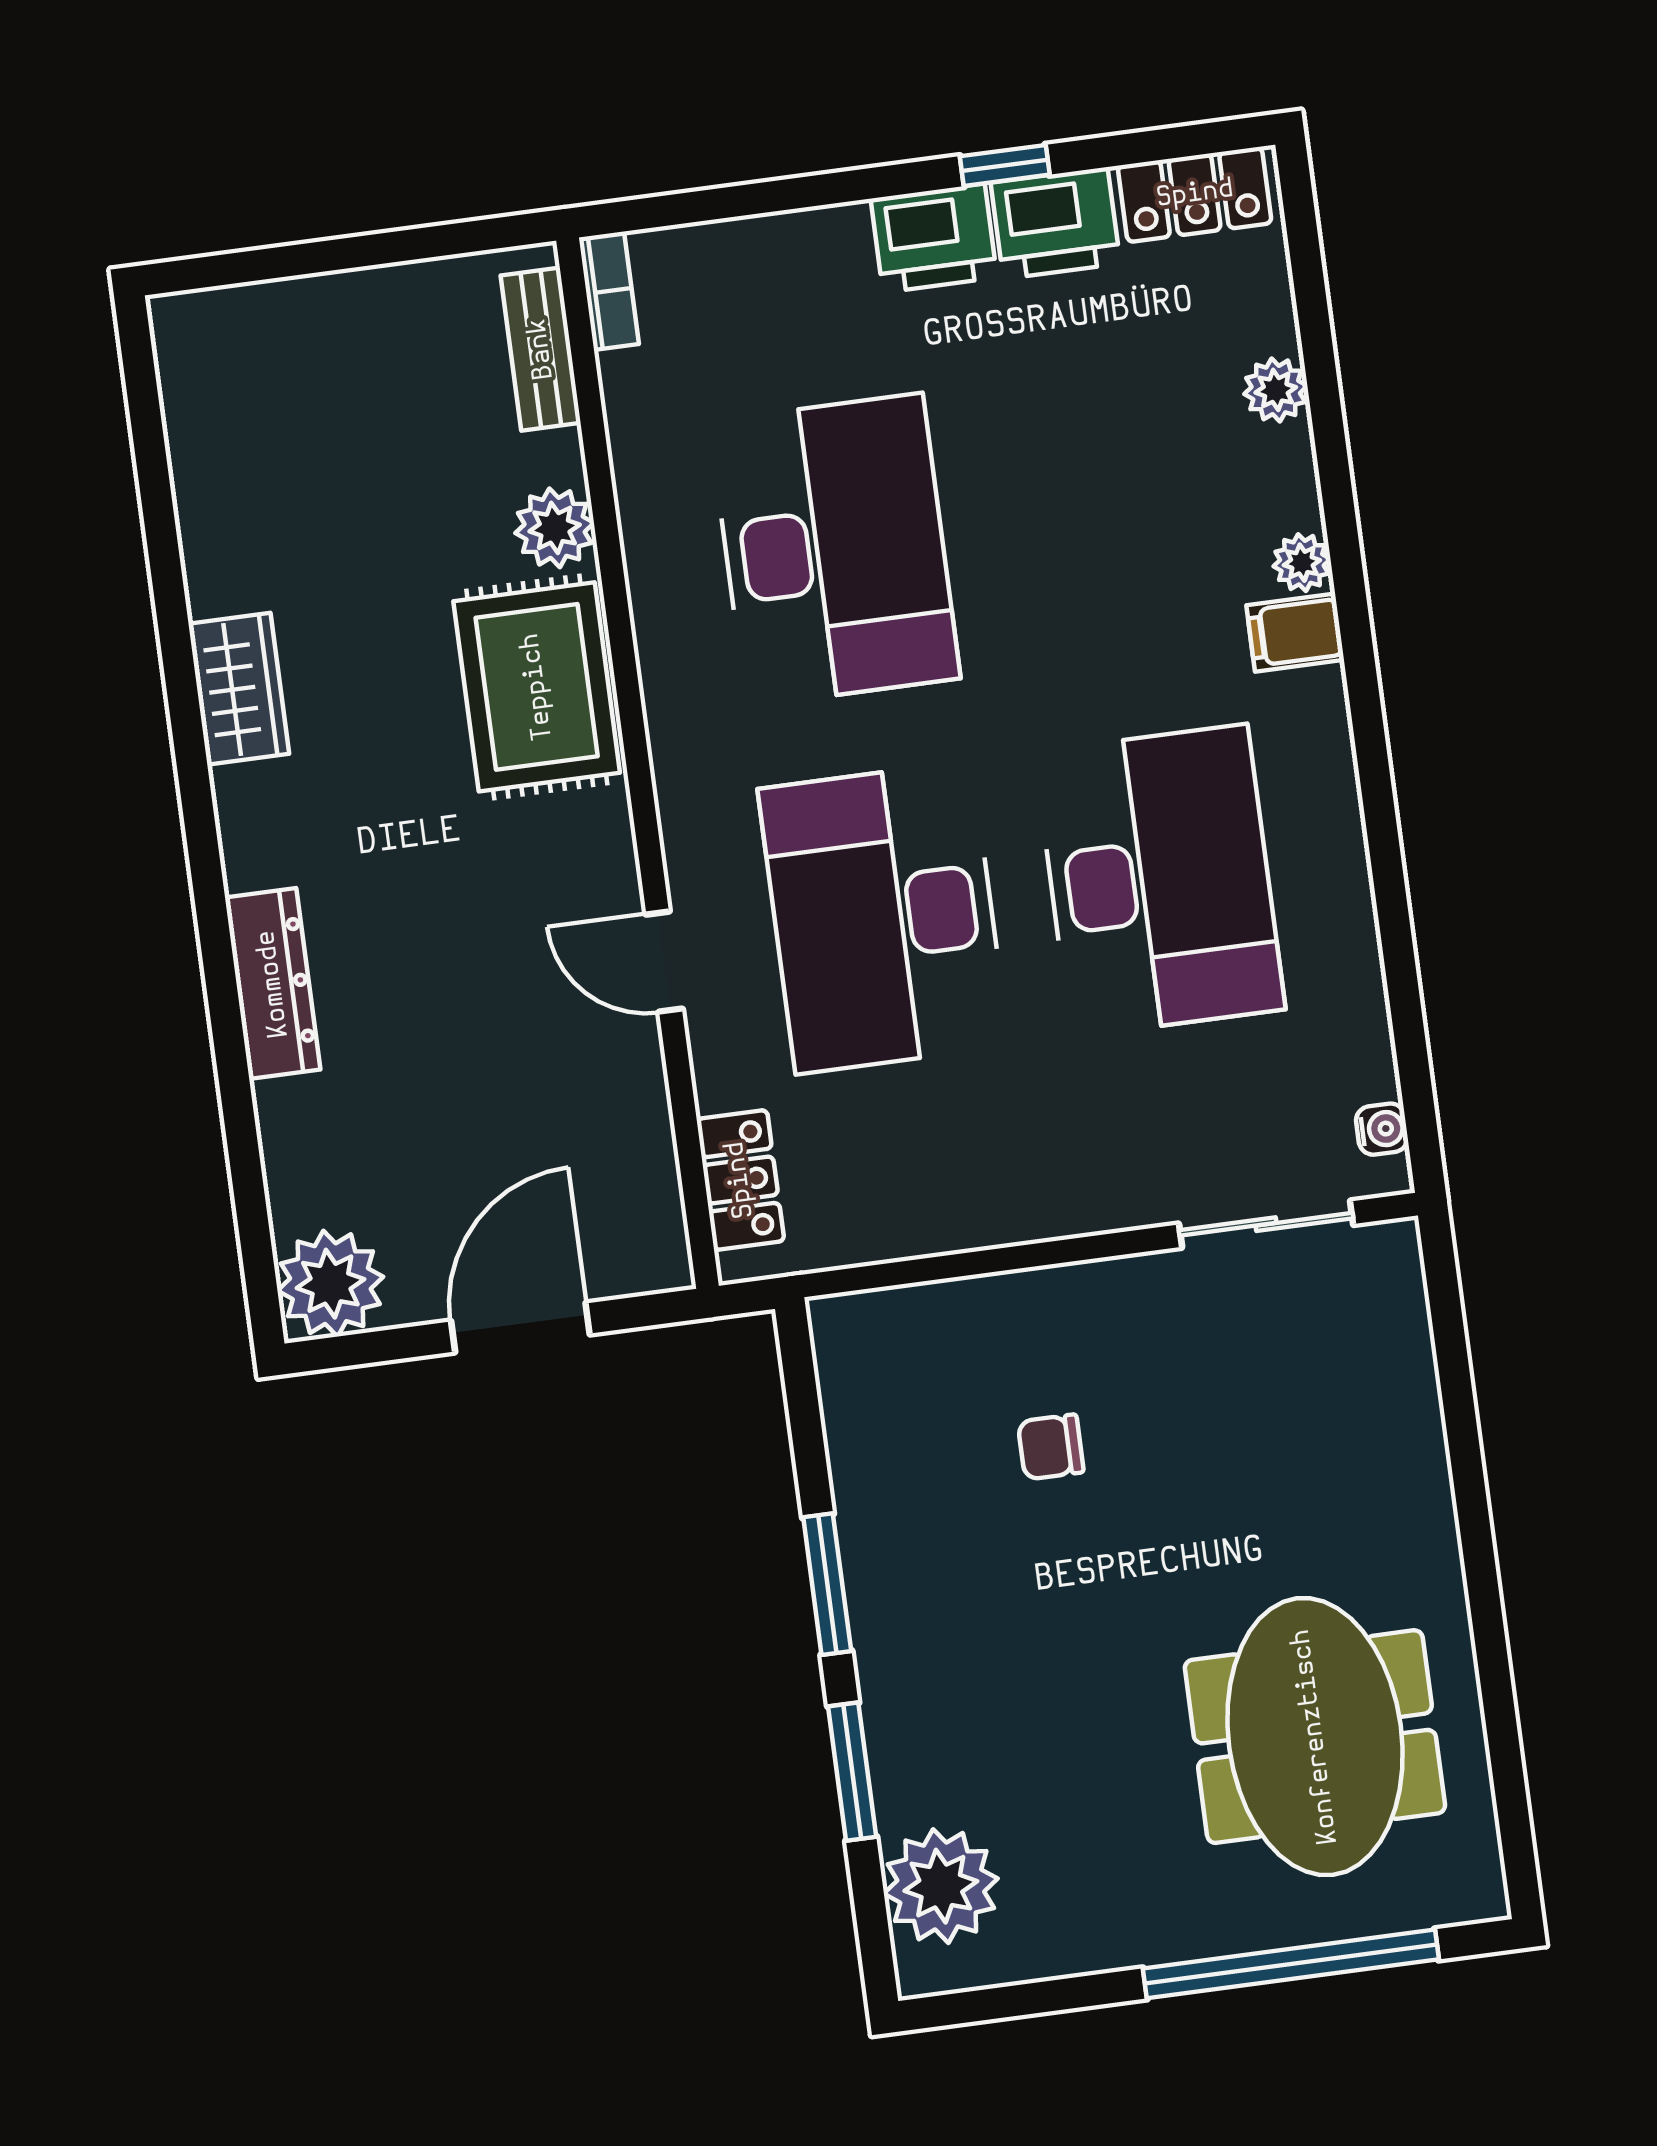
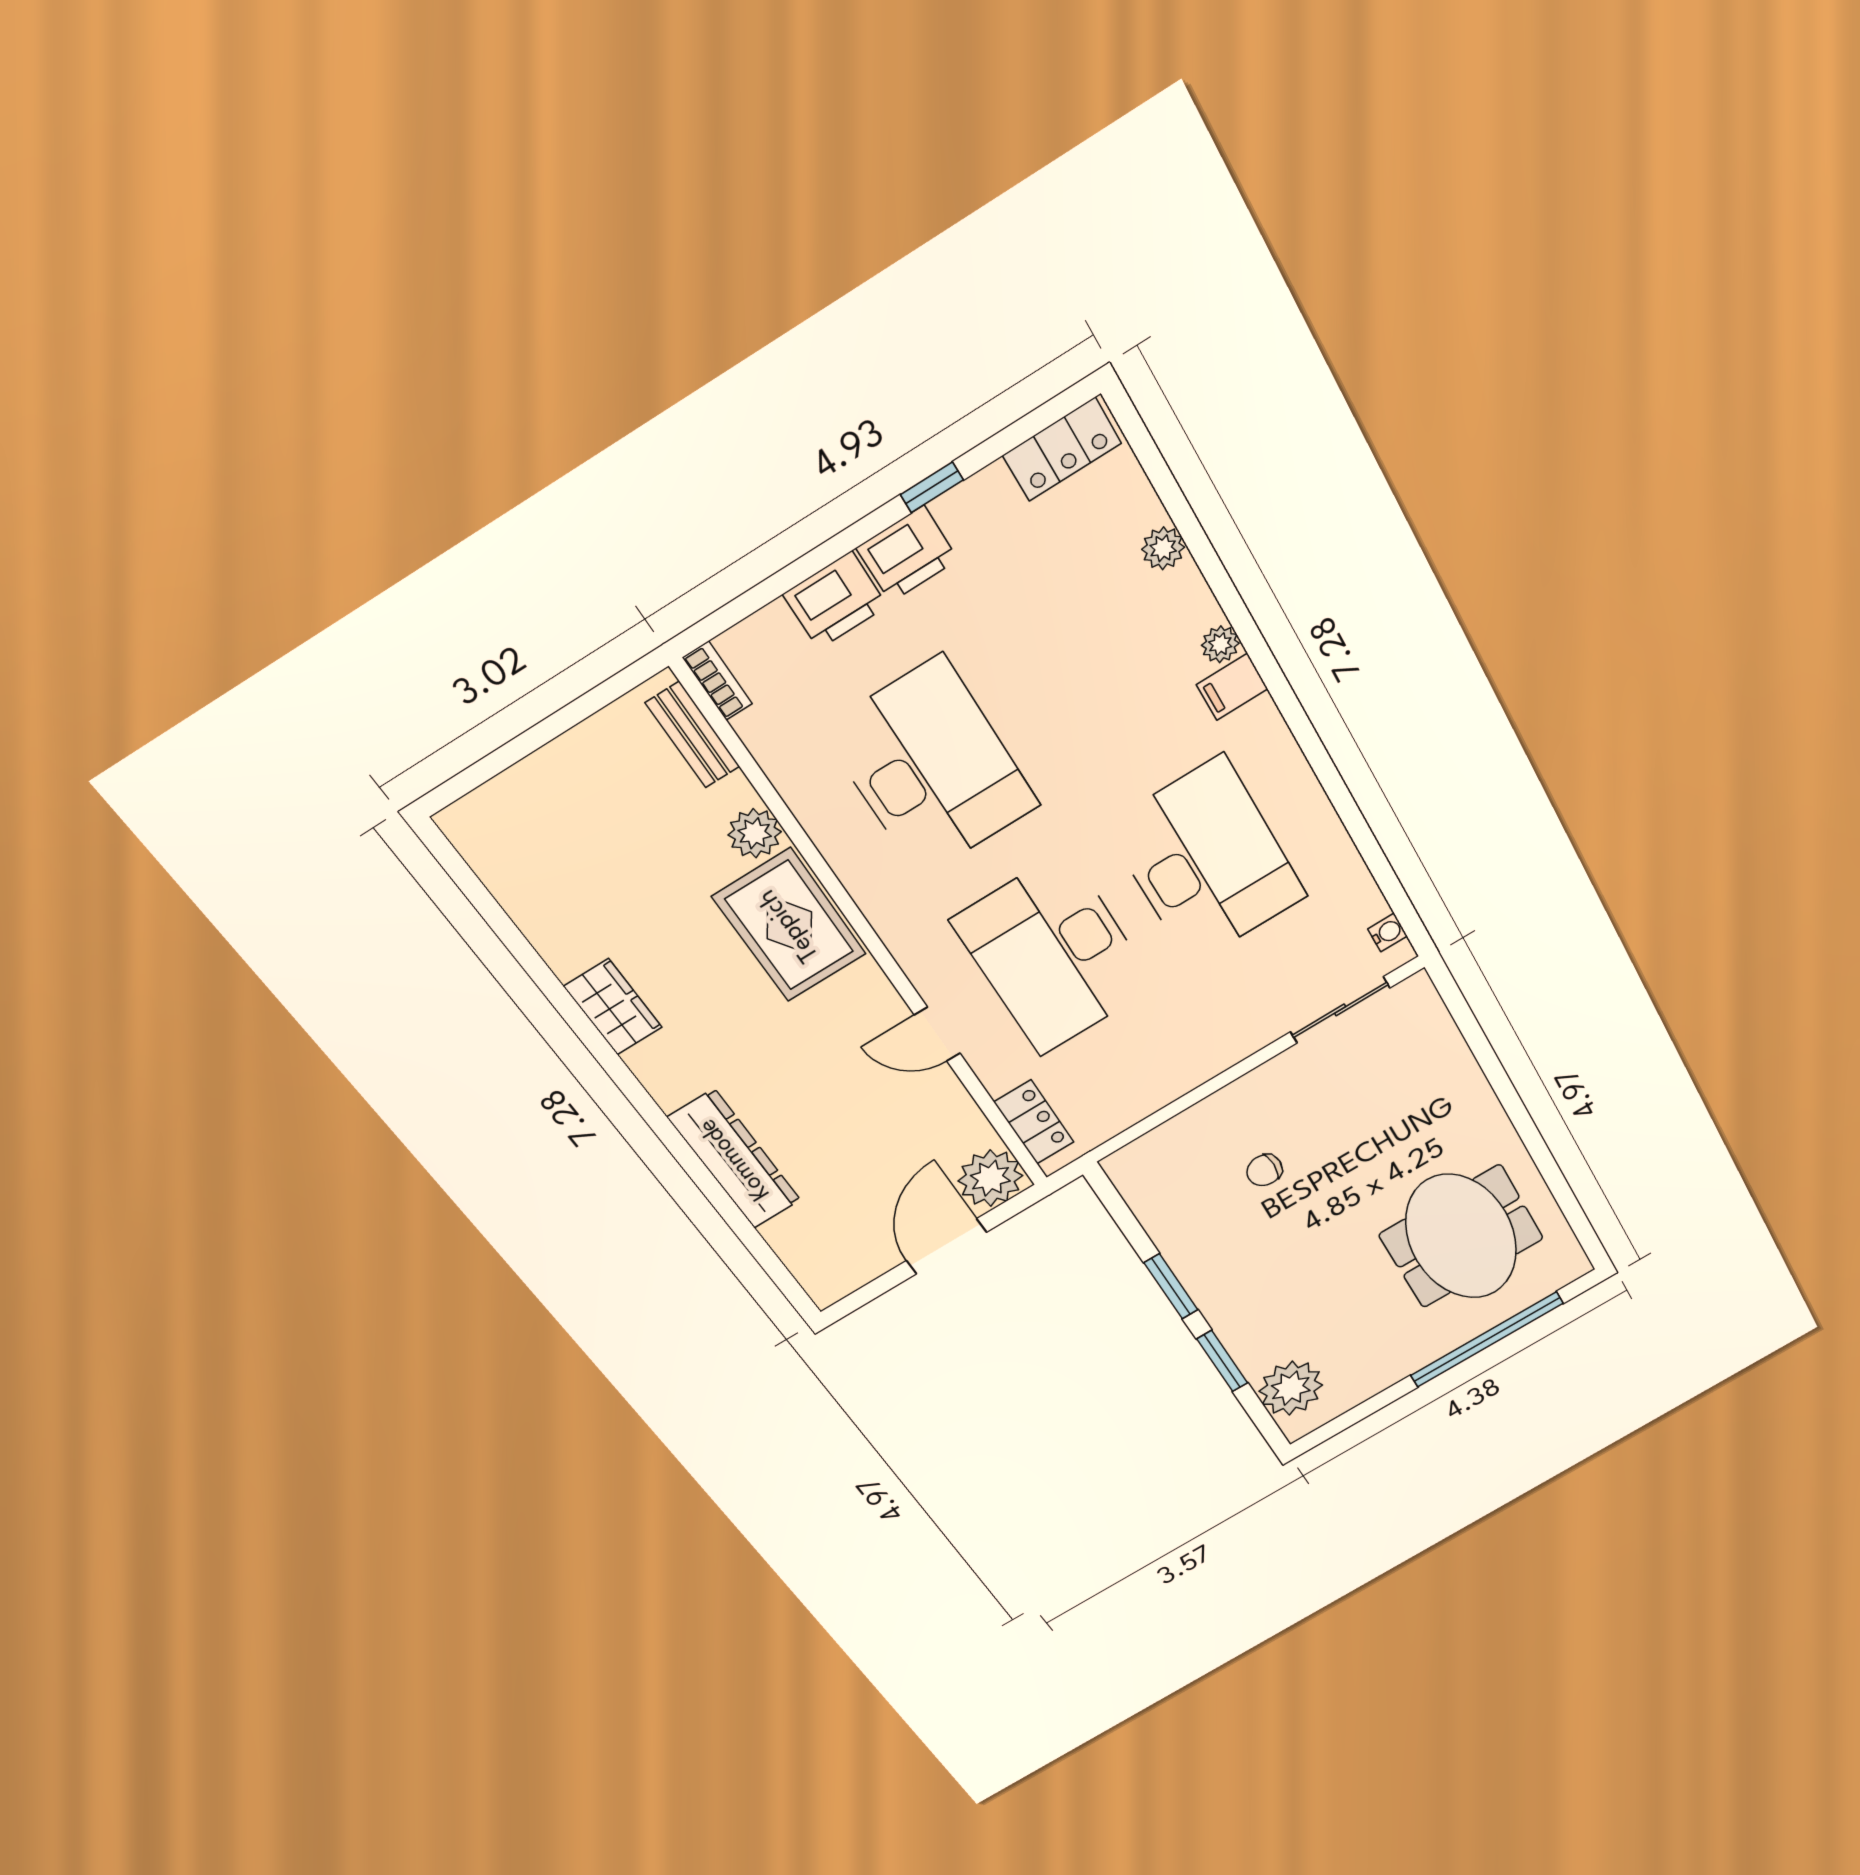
printer: (1055, 223) -> (835, 600), moved
dresser: (273, 984) -> (735, 1159), width x1.37, depth x1.24
plant: (330, 1284) -> (990, 1178), moved

